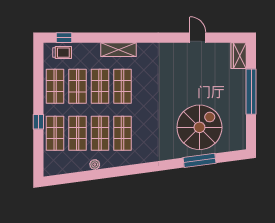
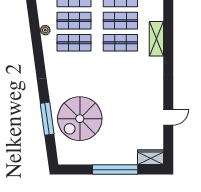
spiral stairs: (199, 127) -> (80, 119), turned 90
plant: (95, 164) -> (45, 30), moved

